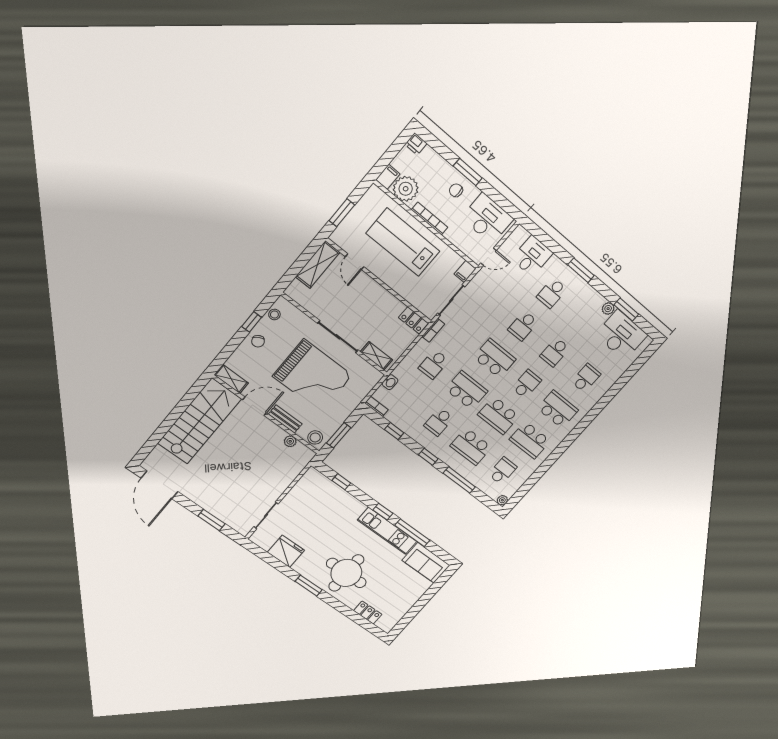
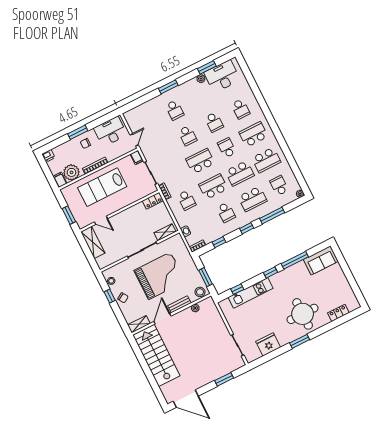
desk: (532, 256) -> (146, 113), removed
school desk: (586, 378) -> (241, 109), turned 180
kitchen unit: (387, 531) -> (251, 293), moved

